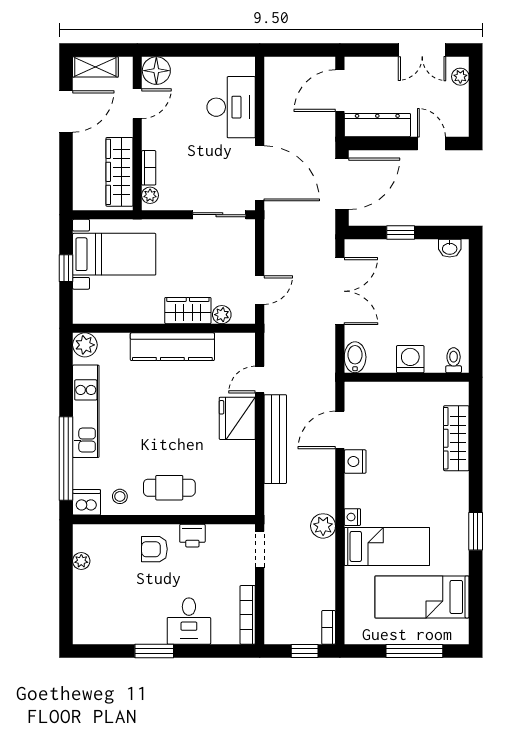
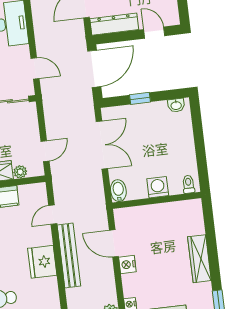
door: (260, 173) -> (35, 68), width x0.53
fridge: (237, 418) -> (42, 262), moved
door: (340, 430) -> (114, 243), hinge flipped
wardrobe: (456, 438) -> (199, 259), moved

